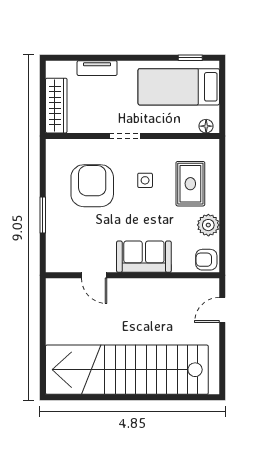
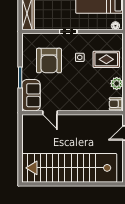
rug: (190, 184) -> (106, 59), turned 90
armchair: (92, 186) -> (49, 61), turned 180
sofa: (144, 257) -> (31, 95), moved, turned 90

